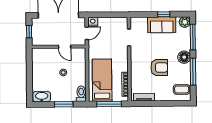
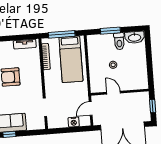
nightstand: (93, 22) -> (74, 122), moved
toilet: (81, 94) -> (119, 41), moved

